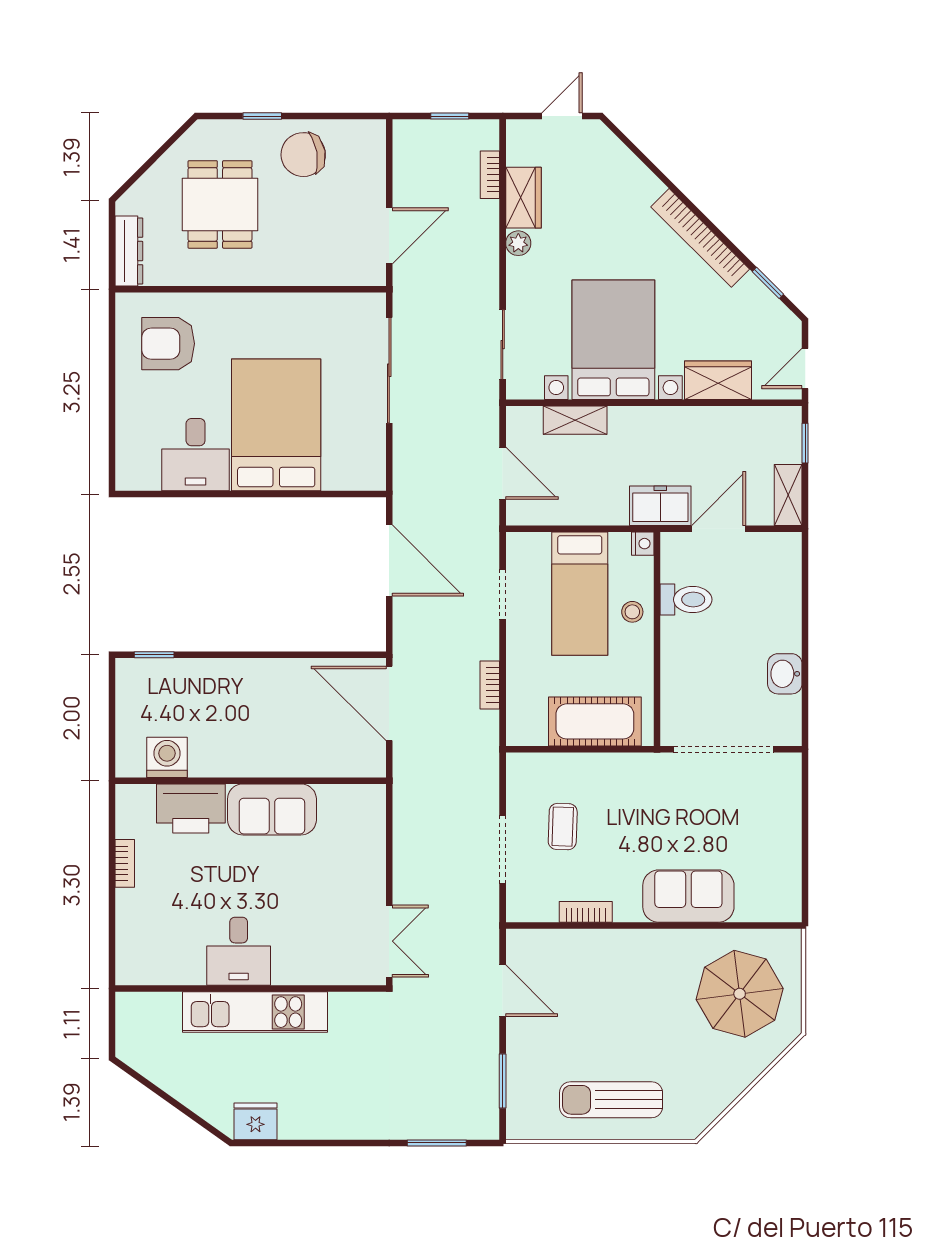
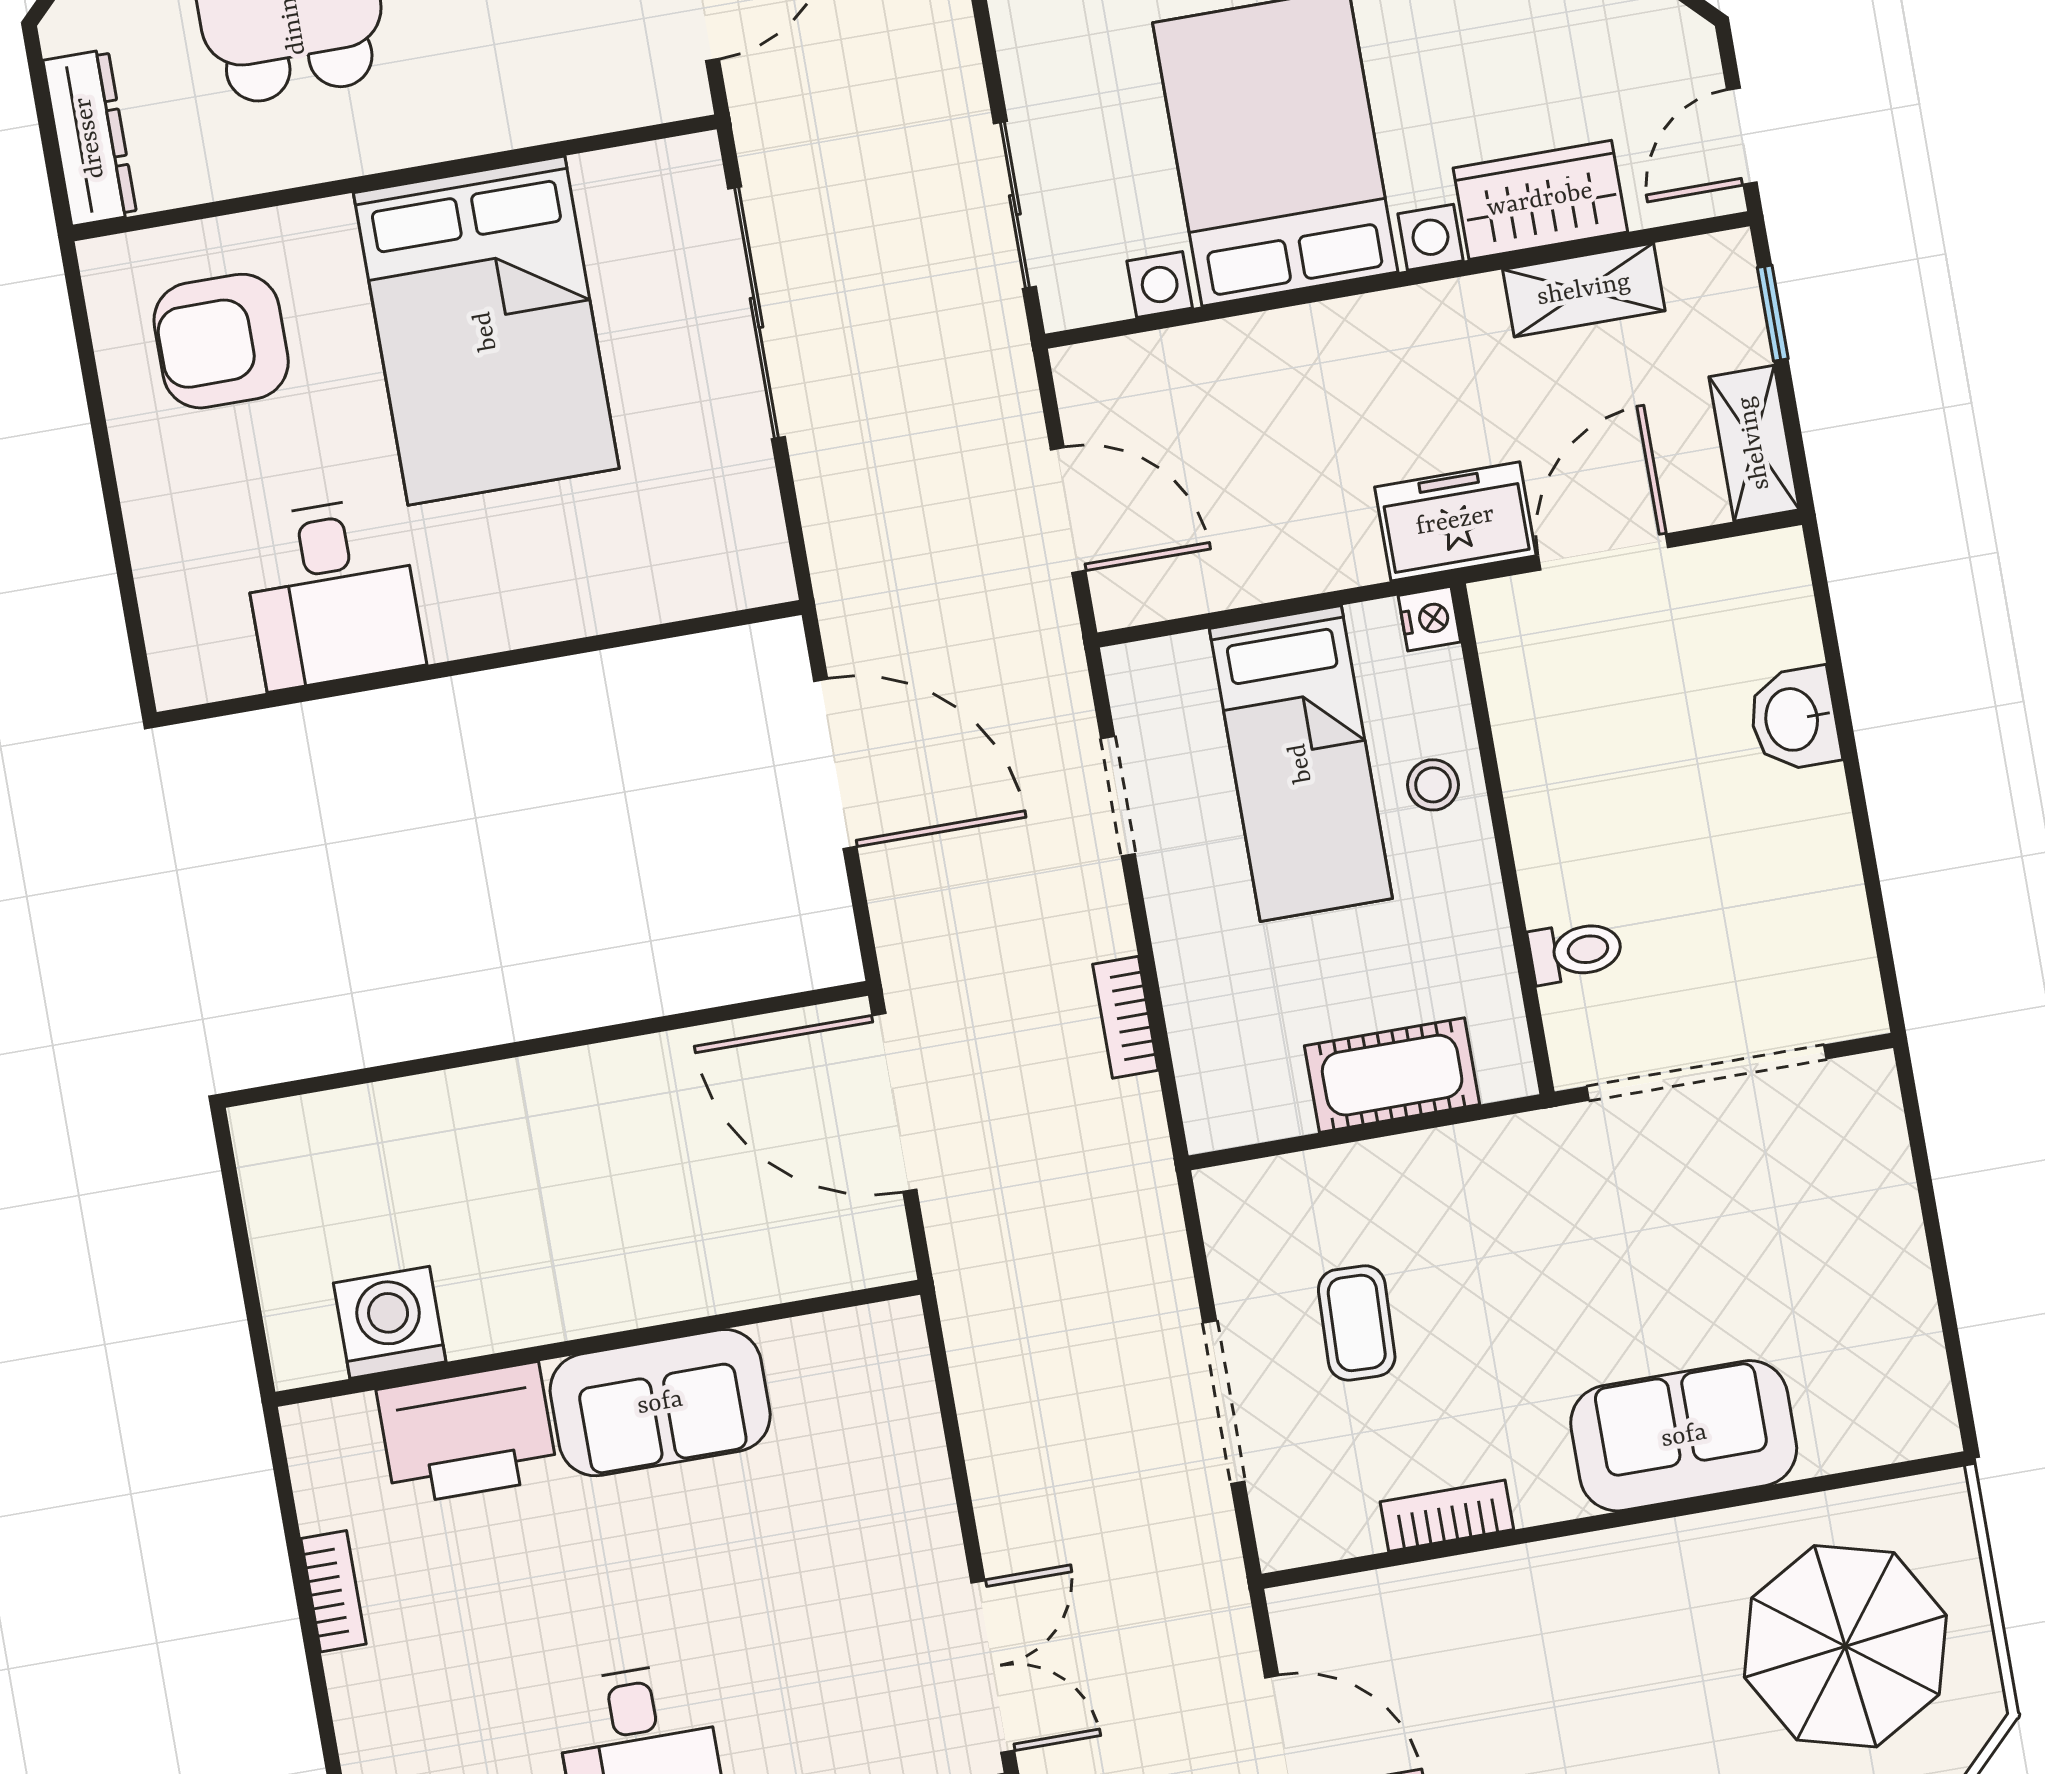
shelving: (575, 420) -> (1584, 290), moved
bed: (276, 425) -> (486, 331), moved, turned 180
toilet: (686, 600) -> (1576, 951), moved, width x0.73, depth x0.72
window: (154, 655) -> (316, 1084), removed
washbasin: (785, 674) -> (1794, 719), moved
cot: (595, 721) -> (1392, 1075), width x0.73, depth x0.75

